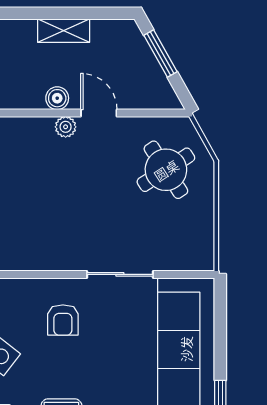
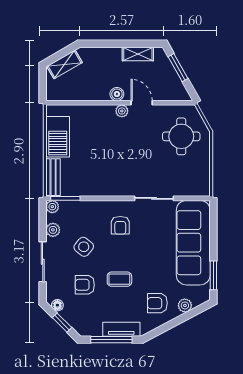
shelving: (64, 31) -> (138, 54), moved
round table: (166, 170) -> (181, 136), turned 33

